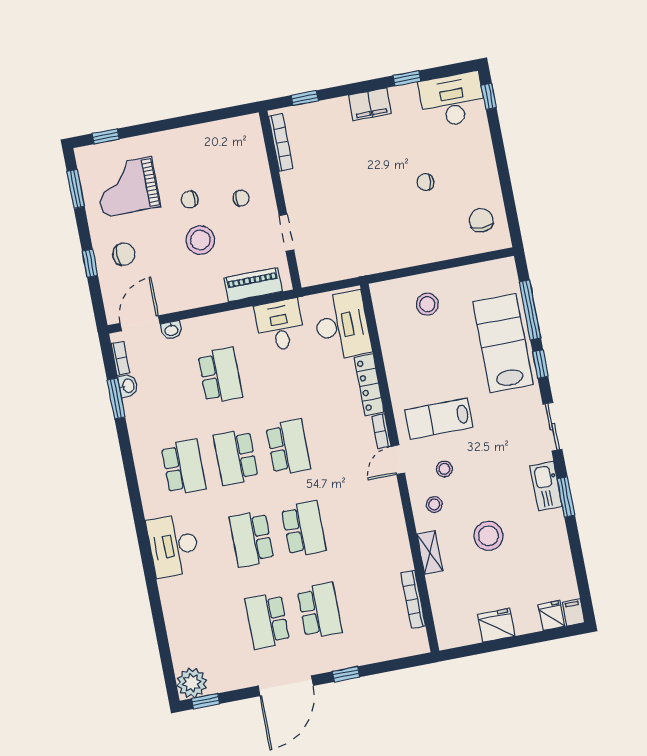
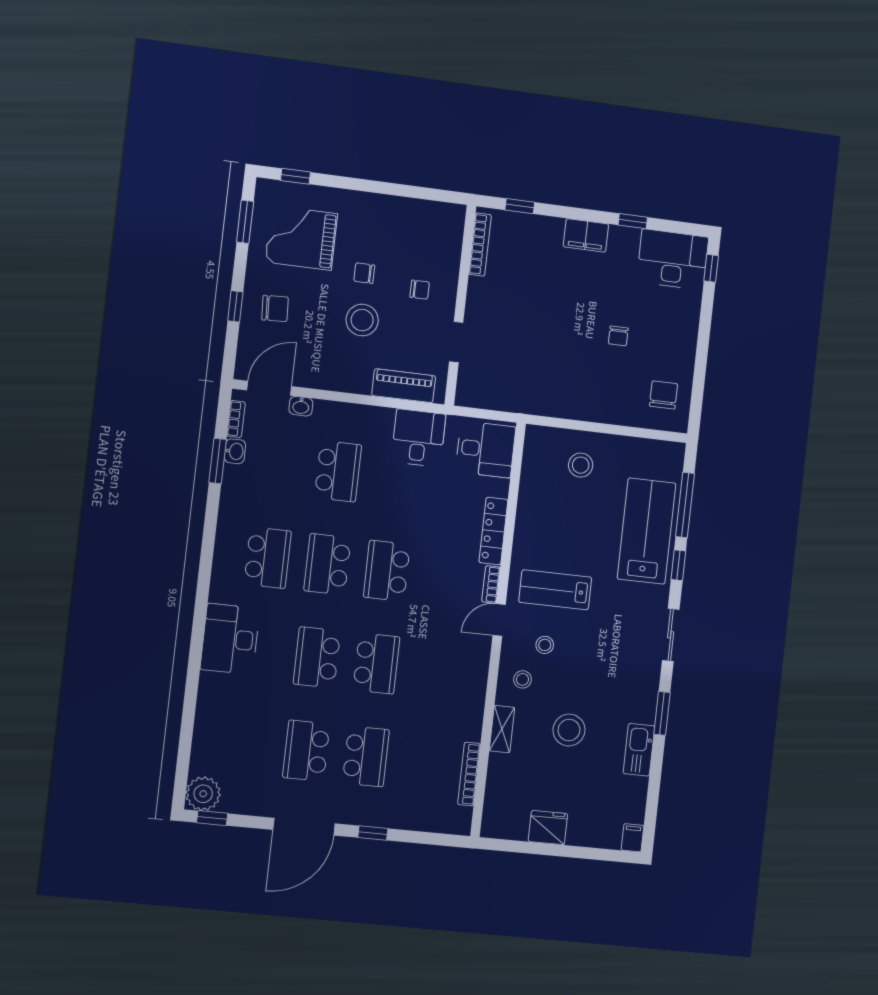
chair: (425, 182) -> (618, 336), turned -97
desk: (342, 325) -> (486, 449), width x0.73
school desk: (288, 447) -> (387, 571), turned 180
kitchen sink: (546, 486) -> (639, 750), moved
fridge: (552, 616) -> (609, 834), removed

